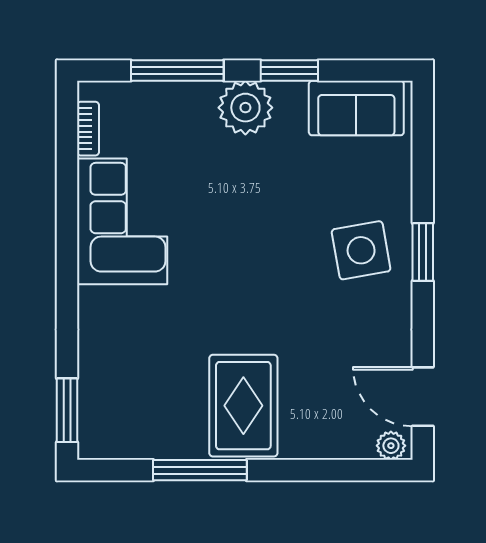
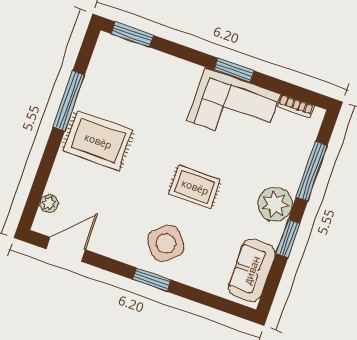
rug: (262, 237) -> (195, 187), added
window: (67, 239) -> (234, 70), added
side table: (361, 250) -> (166, 243), turned -31
plant: (391, 446) -> (49, 203), moved

